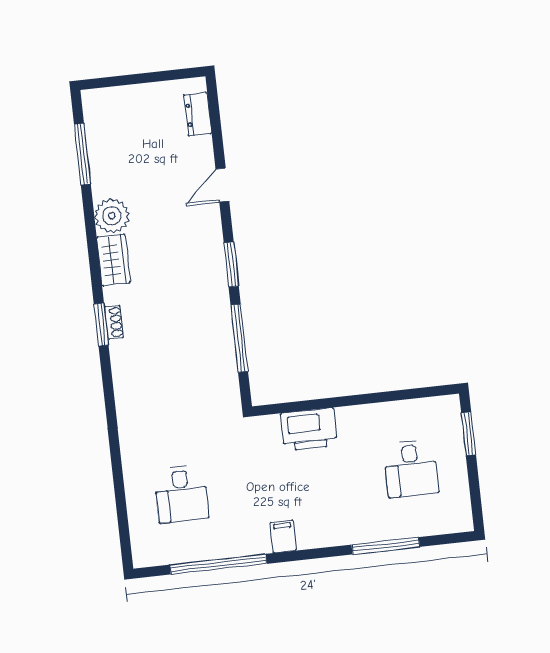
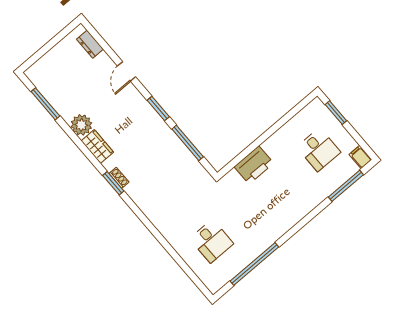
filing cabinet: (283, 536) -> (360, 157), moved
window: (386, 546) -> (346, 186), moved

